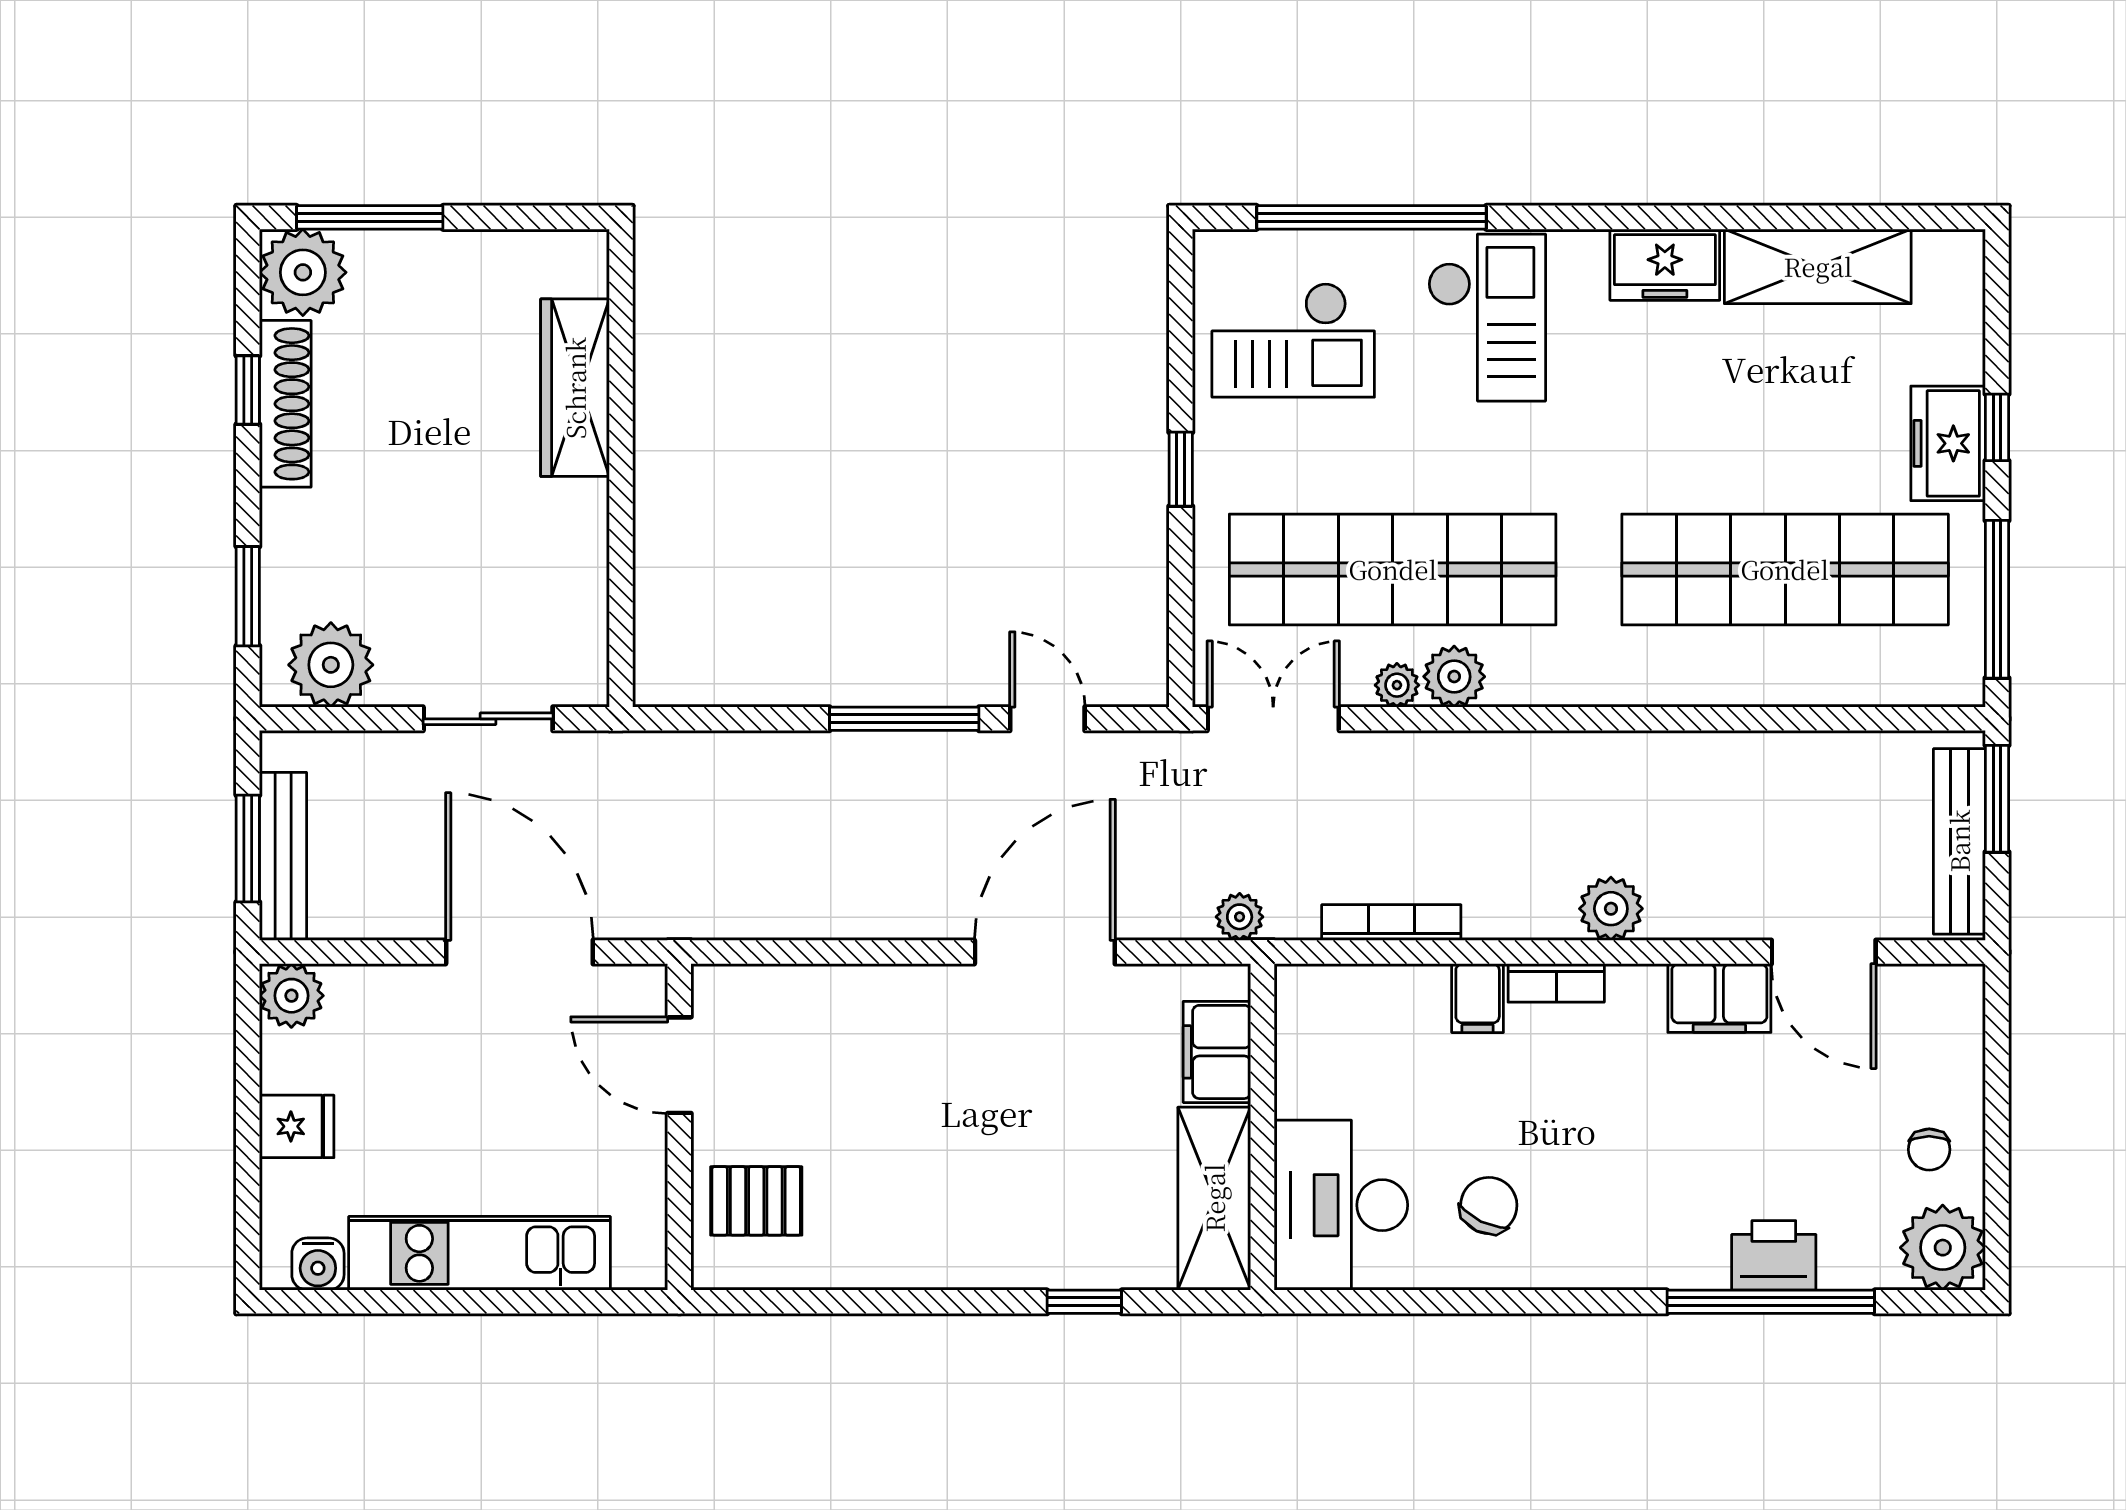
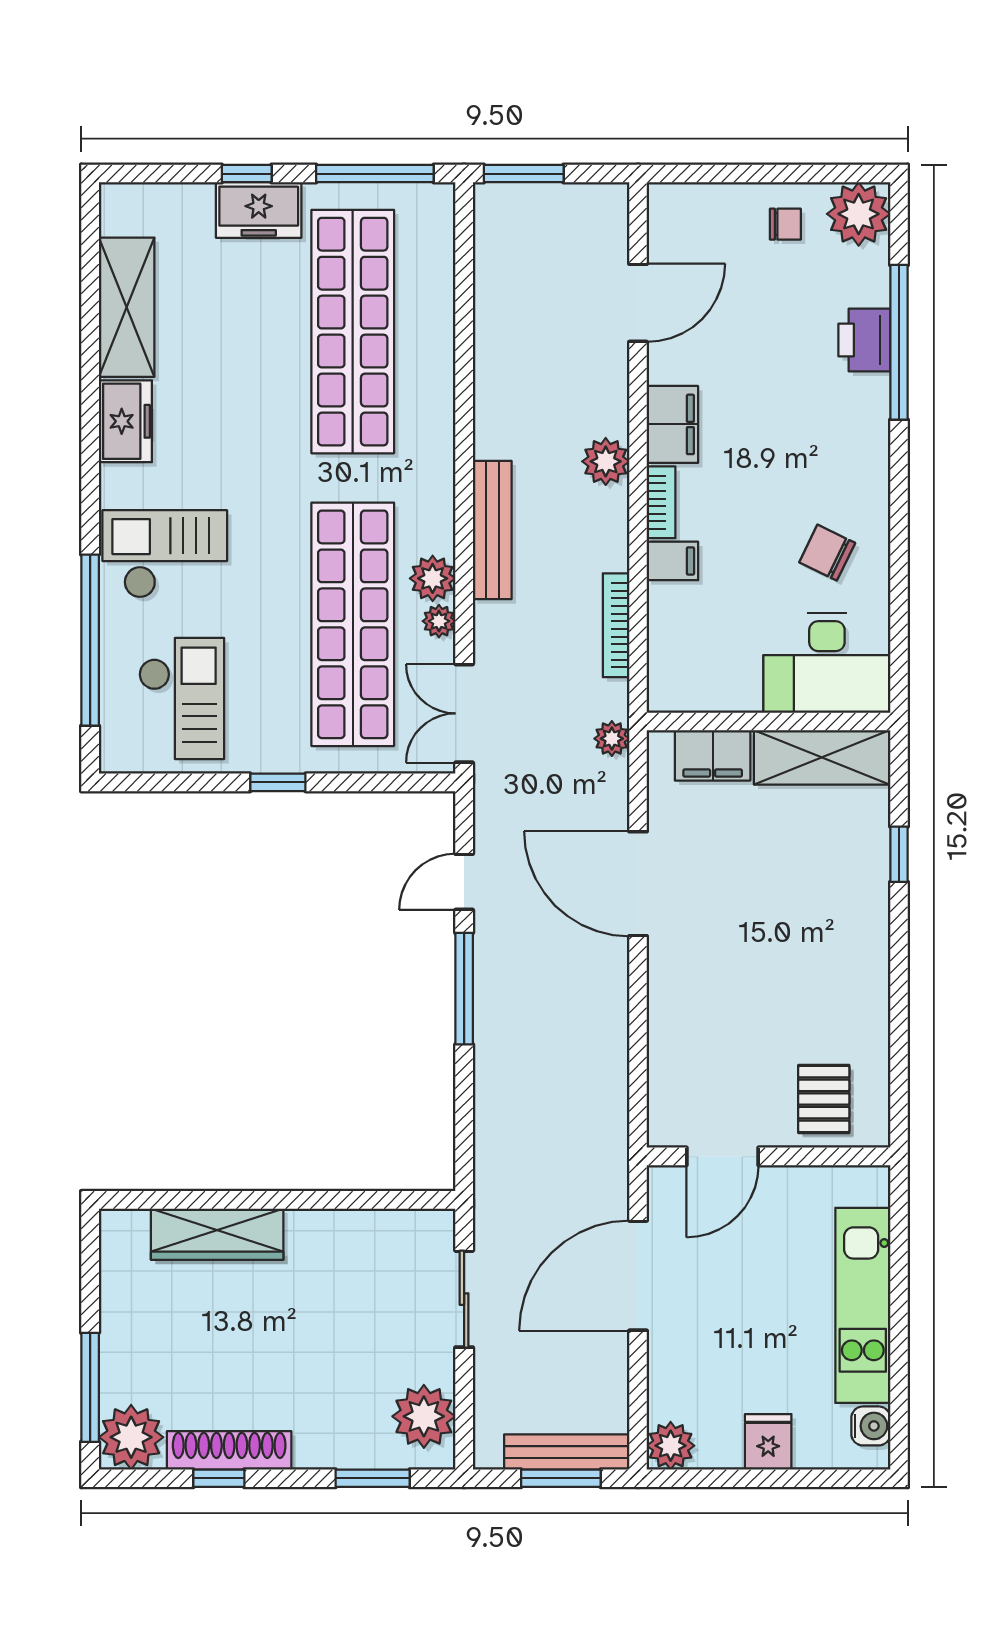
bench: (1959, 841) -> (492, 530), moved, turned 90
filing cabinet: (1719, 998) -> (672, 424), moved

